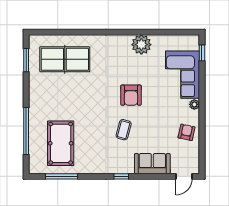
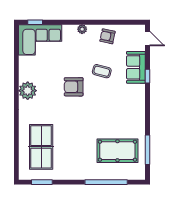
plant: (141, 45) -> (28, 91), moved
corner sofa: (183, 75) -> (40, 40), moved
armchair: (131, 95) -> (74, 87), turned 180
coffee table: (124, 130) -> (102, 71), moved
window: (121, 176) -> (148, 76), moved

